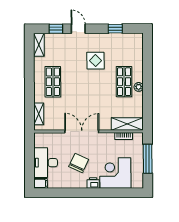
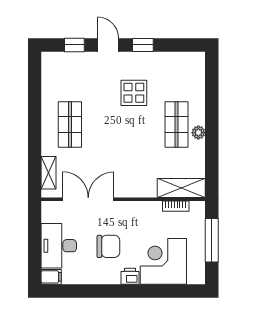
window: (115, 29) -> (143, 45), moved
shelving: (39, 45) -> (49, 69), removed
double door: (82, 132) -> (88, 199), moved
chair: (79, 163) -> (108, 246), turned 65

